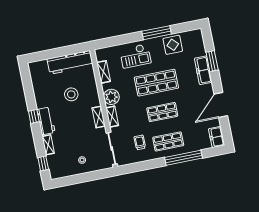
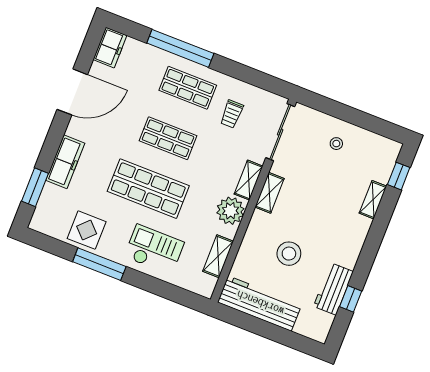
window: (212, 61) -> (35, 187), moved
window: (34, 116) -> (351, 299), moved
workbench: (46, 121) -> (333, 289), moved

